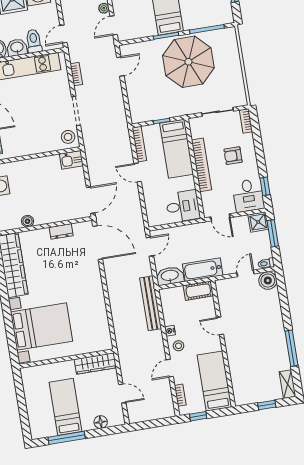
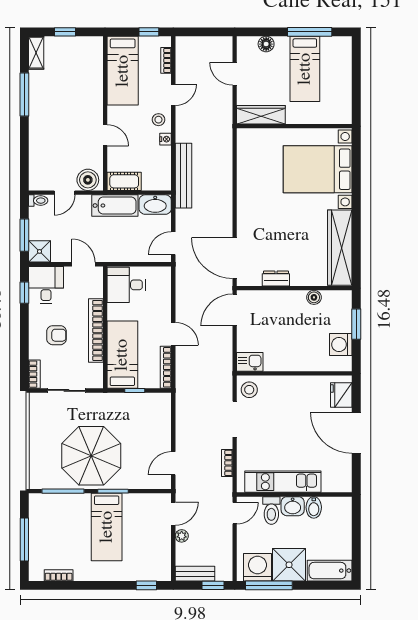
boiler: (268, 281) -> (88, 180), moved

